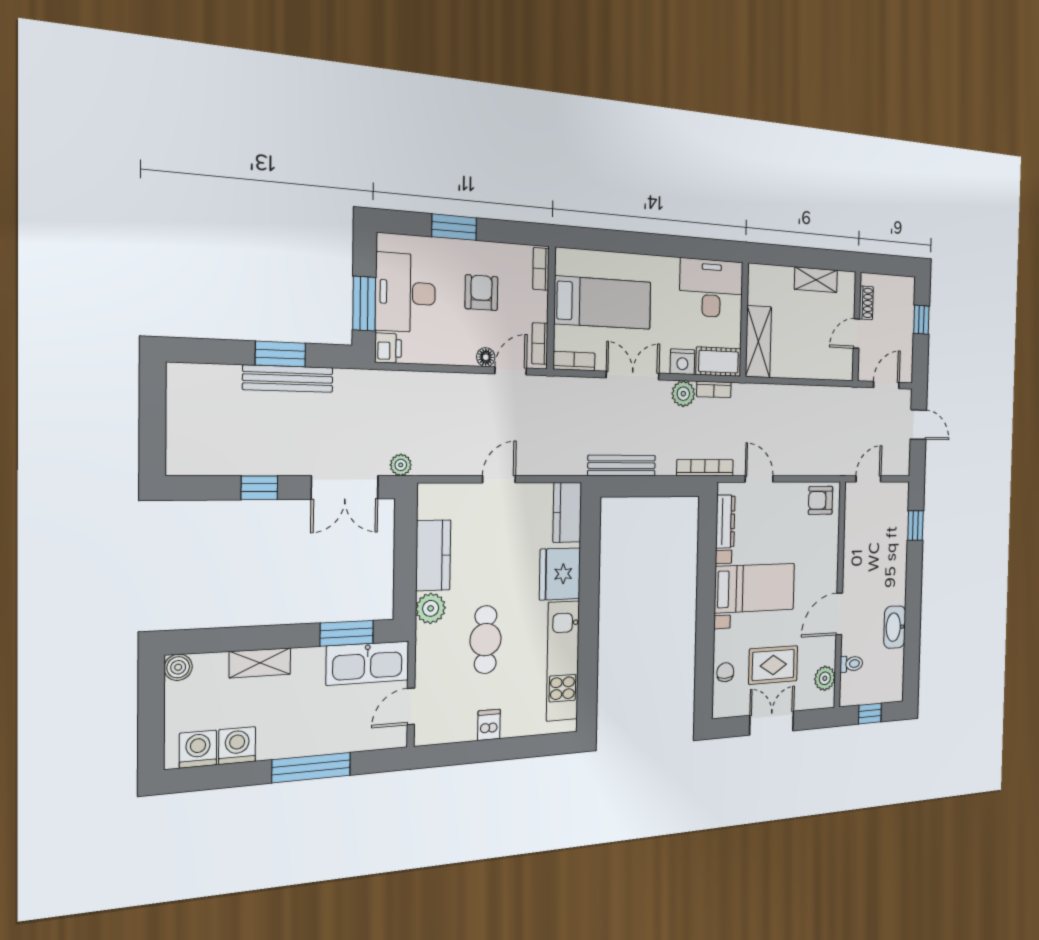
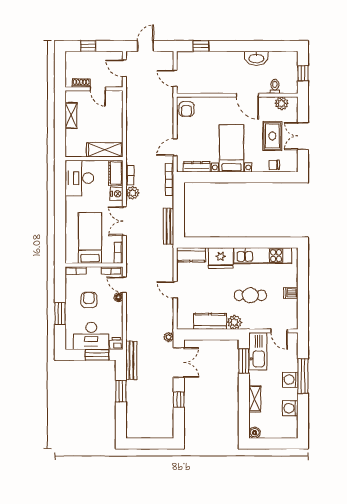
armchair: (481, 293) -> (89, 300), turned 90
bench: (288, 379) -> (131, 360), moved
washing machine: (198, 749) -> (290, 380), moved

